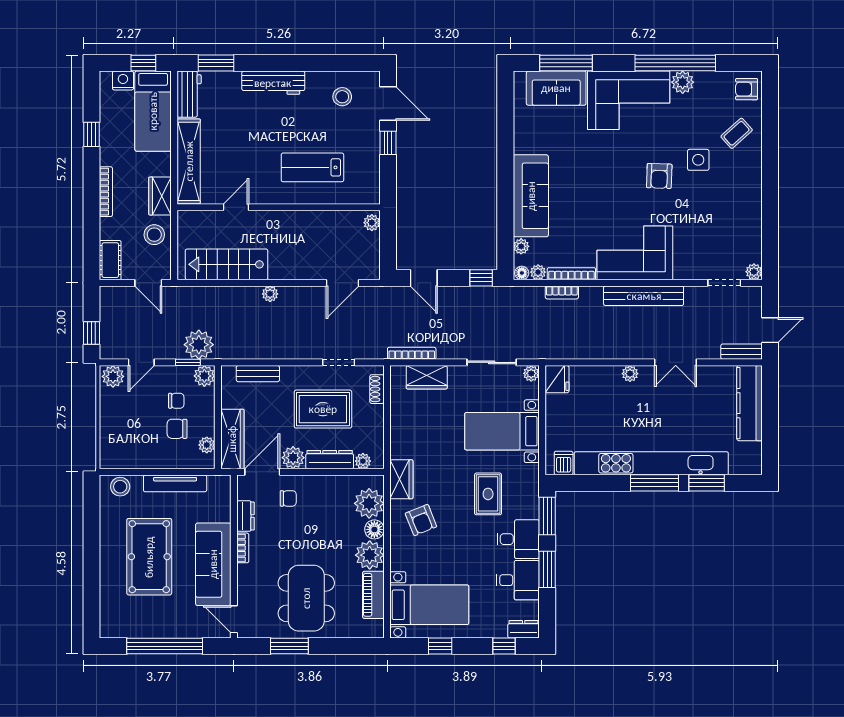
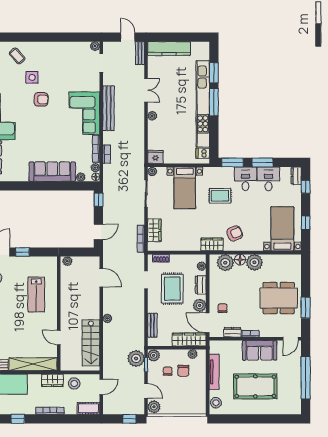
dresser: (330, 460) -> (201, 285), width x0.70
sofa: (213, 564) -> (260, 350), width x0.73
piano: (373, 595) -> (277, 260), removed

